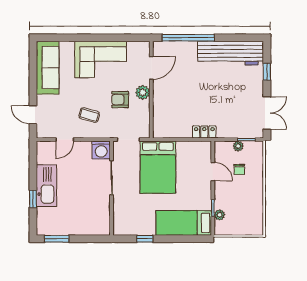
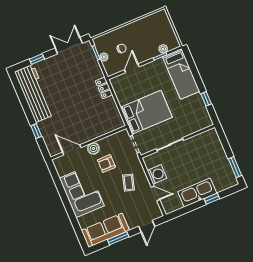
window: (188, 38) -> (36, 131), width x0.32
window: (33, 78) -> (118, 238), added
armchair: (120, 100) -> (106, 164), turned 90
washing machine: (101, 150) -> (157, 174), moved

